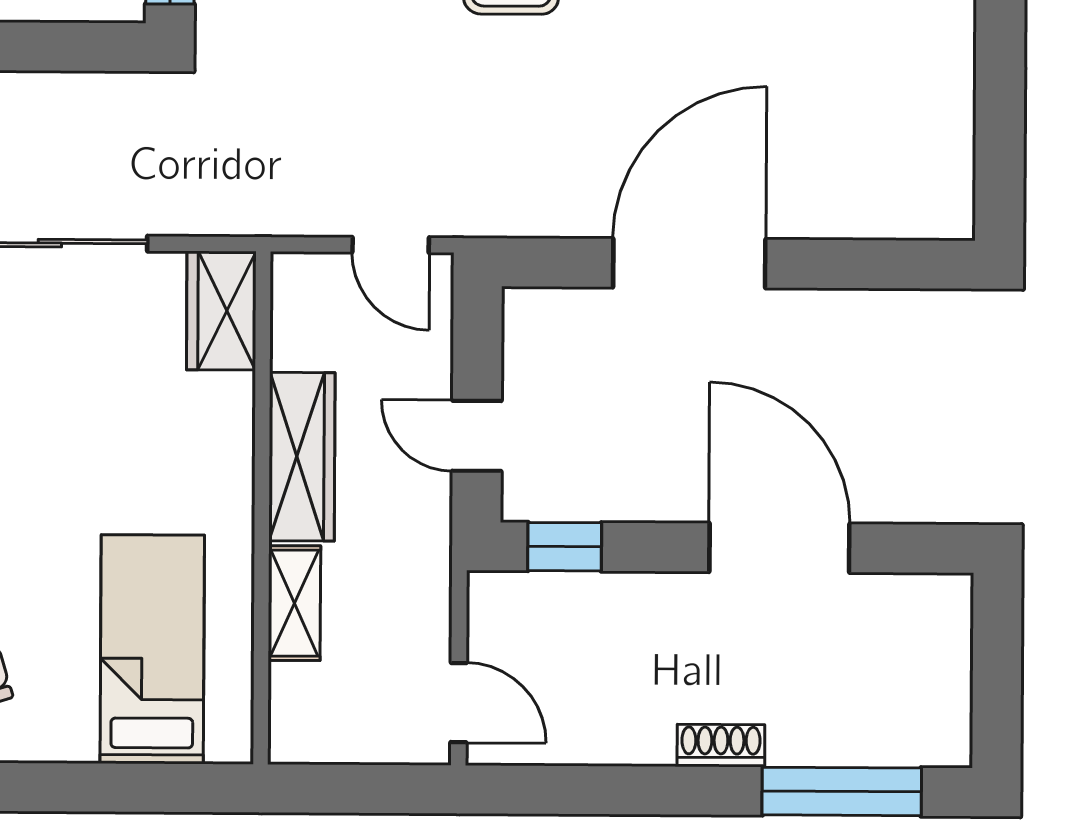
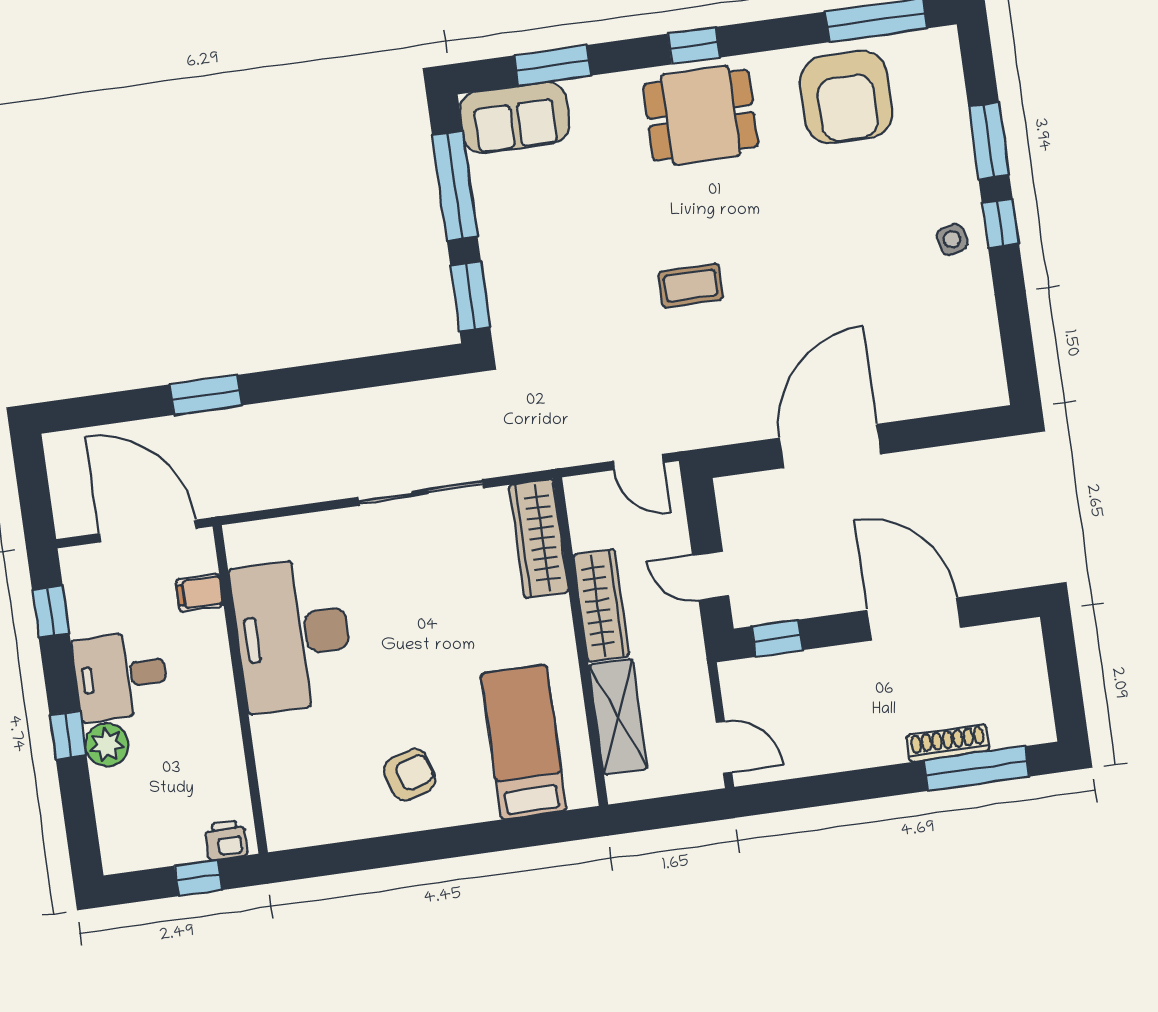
wardrobe: (221, 311) -> (539, 539), width x1.50
shelving: (294, 603) -> (618, 717), width x1.50, depth x1.33
shoe rack: (721, 746) -> (948, 743), moved, width x1.43

